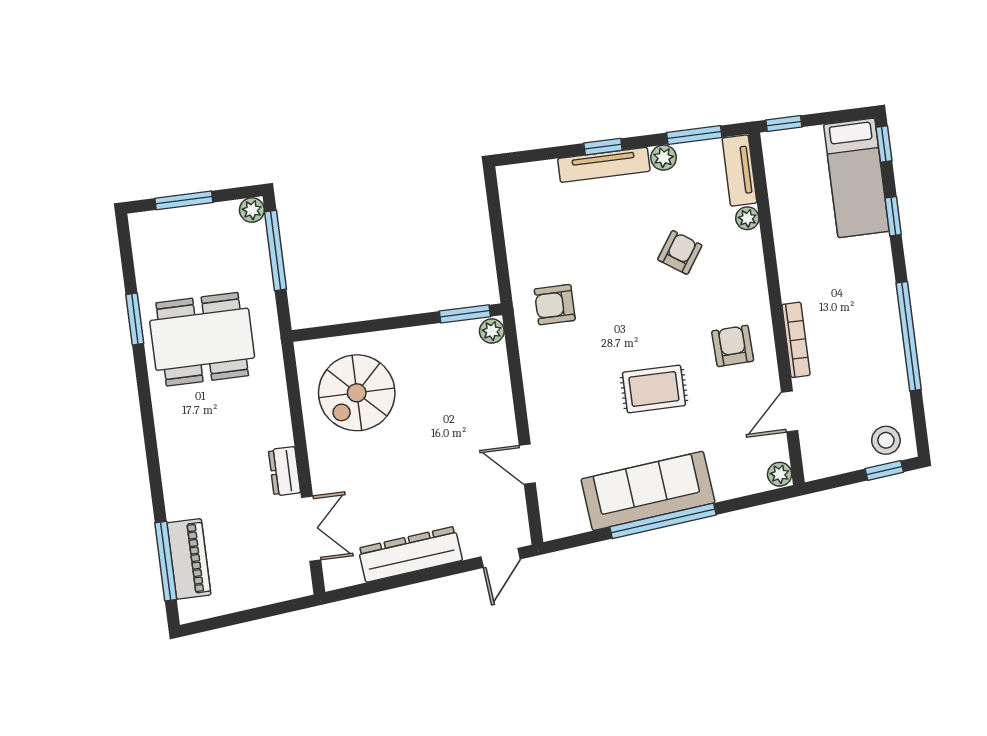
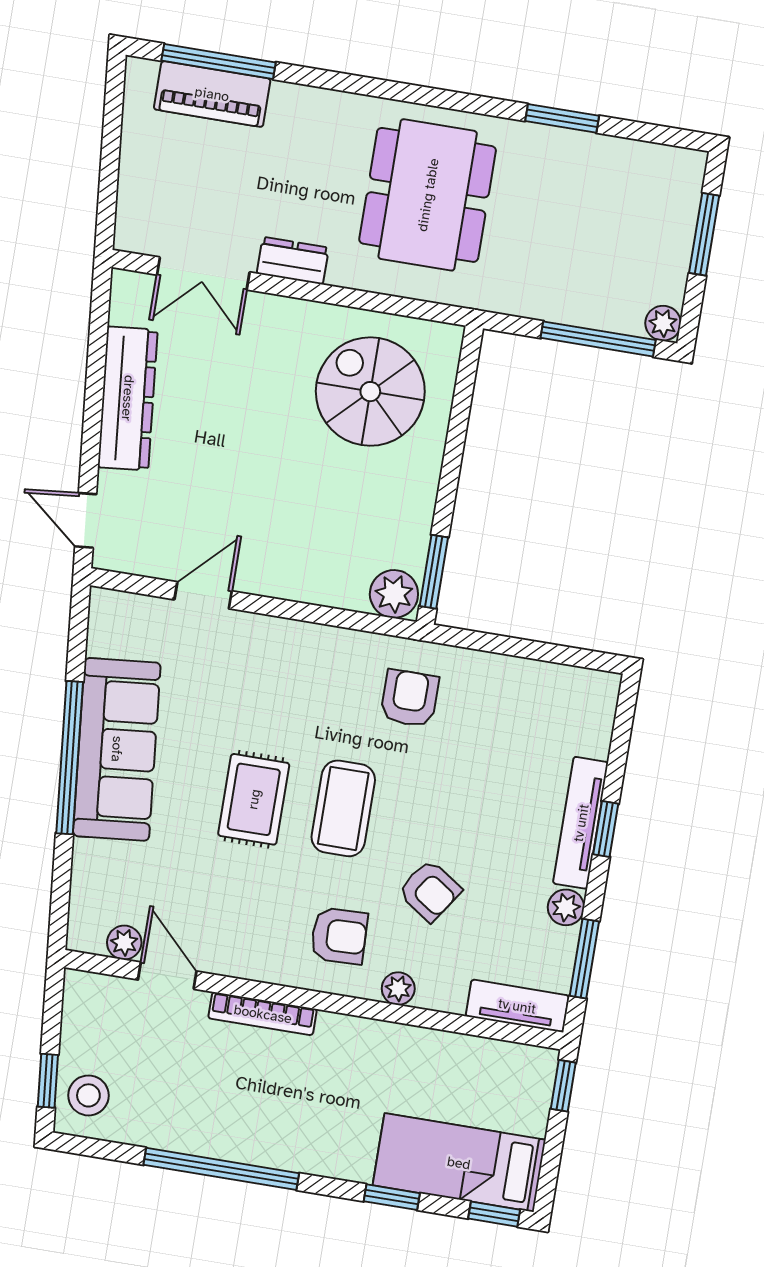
plant: (747, 218) -> (398, 989), moved
coffee table: (642, 327) -> (343, 808), added
plant: (492, 331) -> (394, 594), width x1.38, depth x1.38
dining table: (202, 339) -> (428, 195), moved
armchair: (733, 346) -> (339, 936), moved
plant: (780, 474) -> (124, 943), moved

